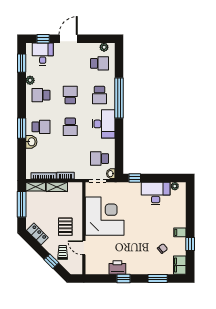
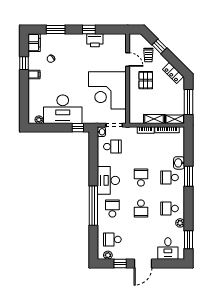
window: (43, 39) -> (120, 264), moved
school desk: (41, 95) -> (169, 209), turned 180
desk: (156, 193) -> (63, 109), width x1.36, depth x1.30

